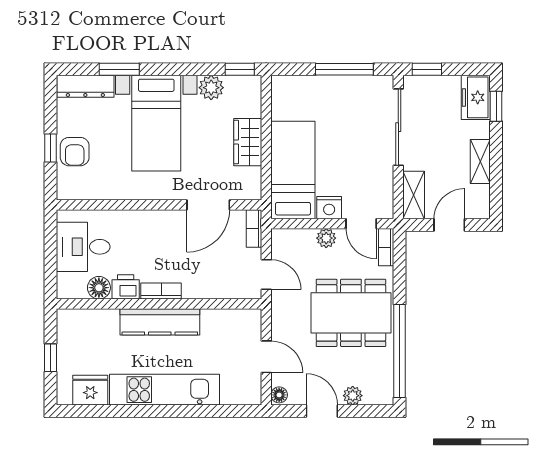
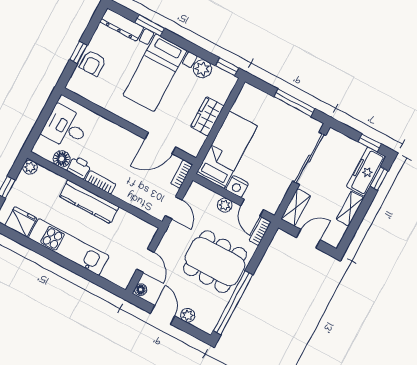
window: (427, 69) -> (370, 143), moved
freezer: (476, 97) -> (366, 172), width x1.40
plant: (66, 318) -> (30, 167), added

